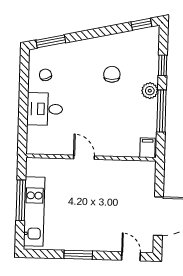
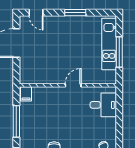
plant: (150, 91) -> (25, 136), removed
desk: (45, 109) -> (103, 105), moved
door: (84, 157) -> (73, 85), swing flipped

